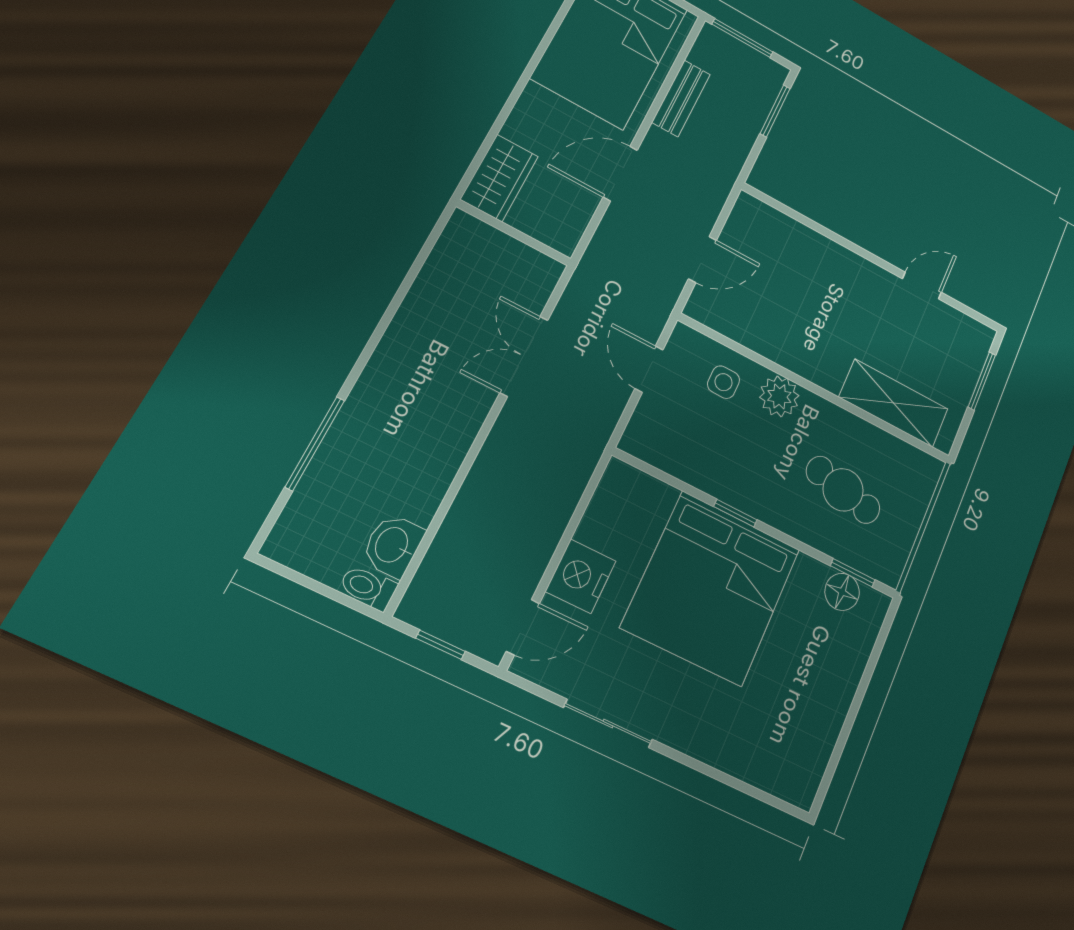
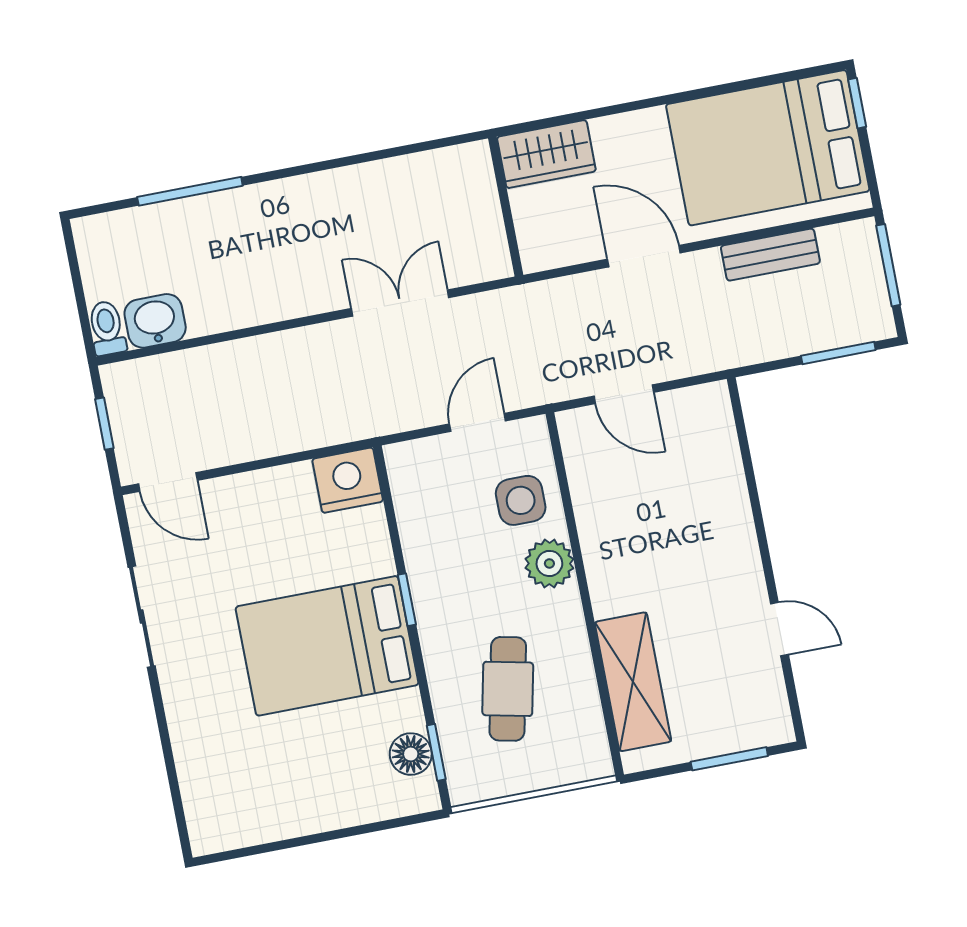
side table: (724, 382) -> (521, 500), width x1.37, depth x1.37
nightstand: (581, 576) -> (348, 480), moved
bed: (712, 588) -> (327, 646), width x0.73

